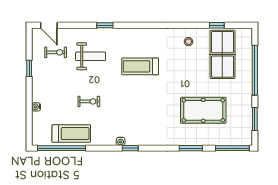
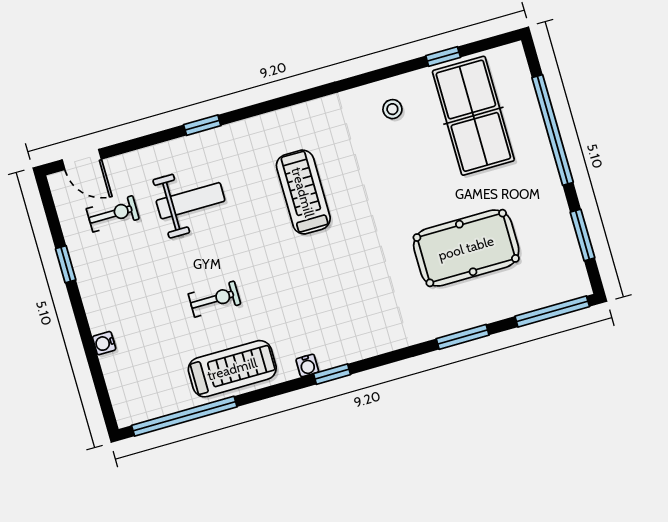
treadmill: (140, 66) -> (303, 192), turned 90
treadmill: (71, 134) -> (232, 369), moved

